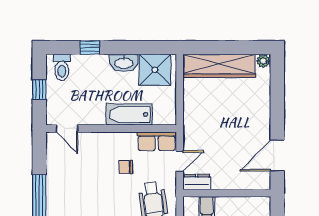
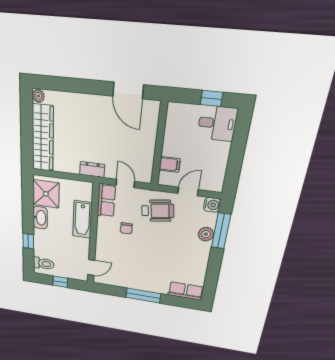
dresser: (197, 182) -> (92, 170), moved, turned 90

